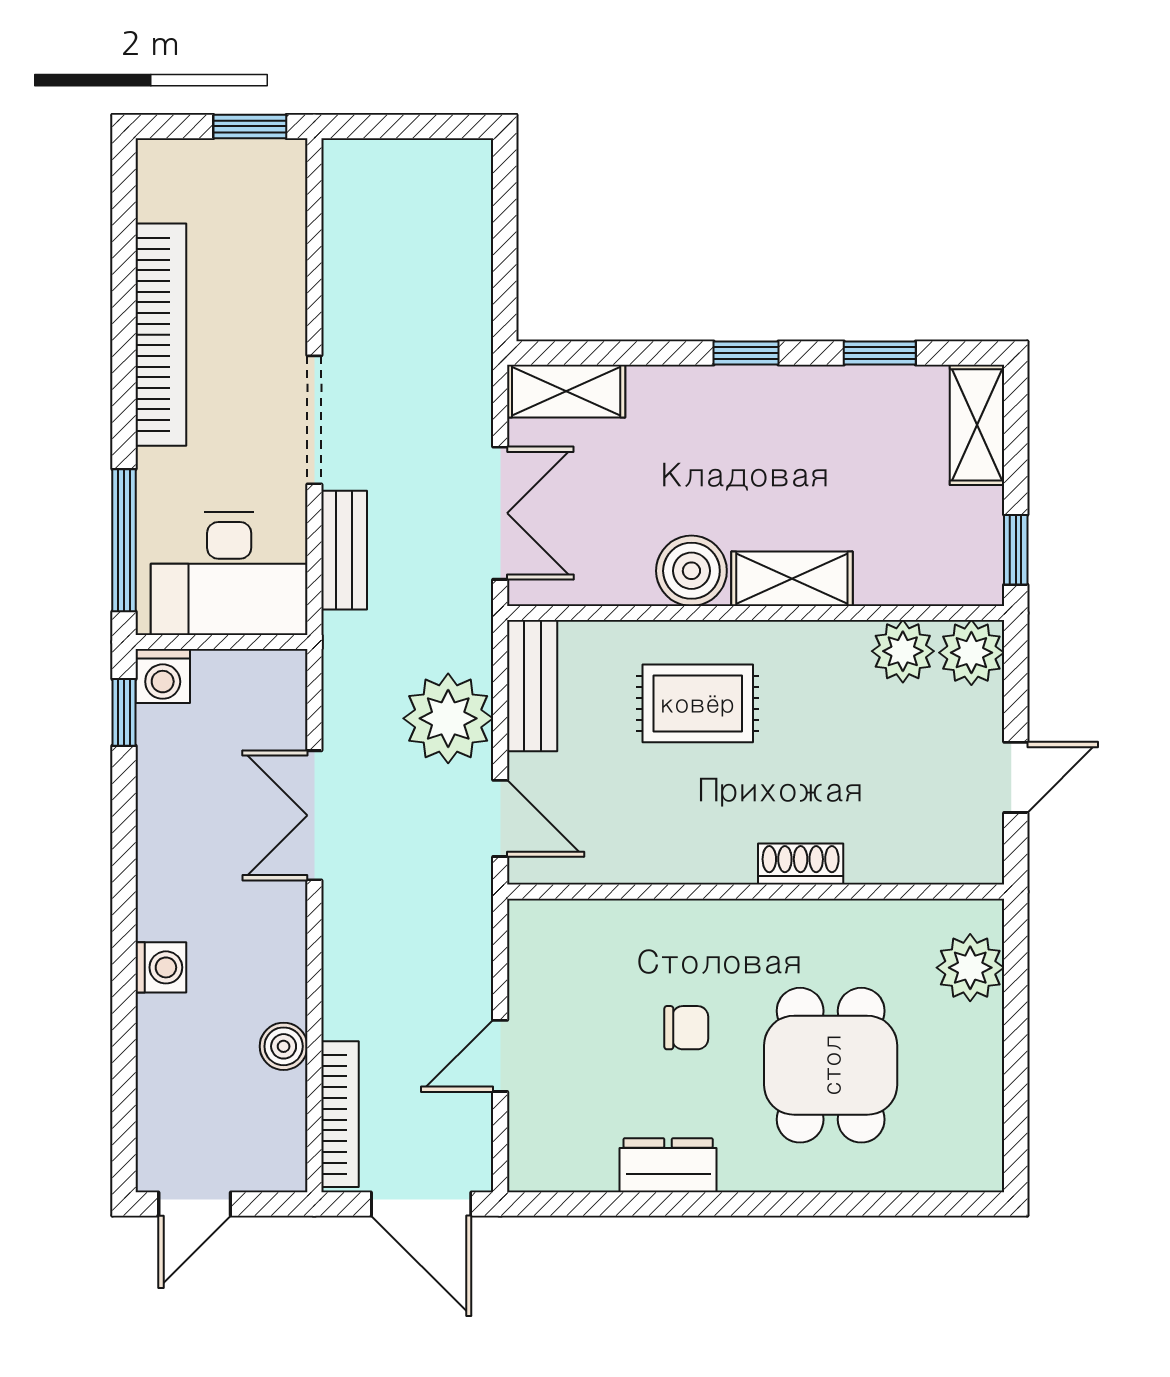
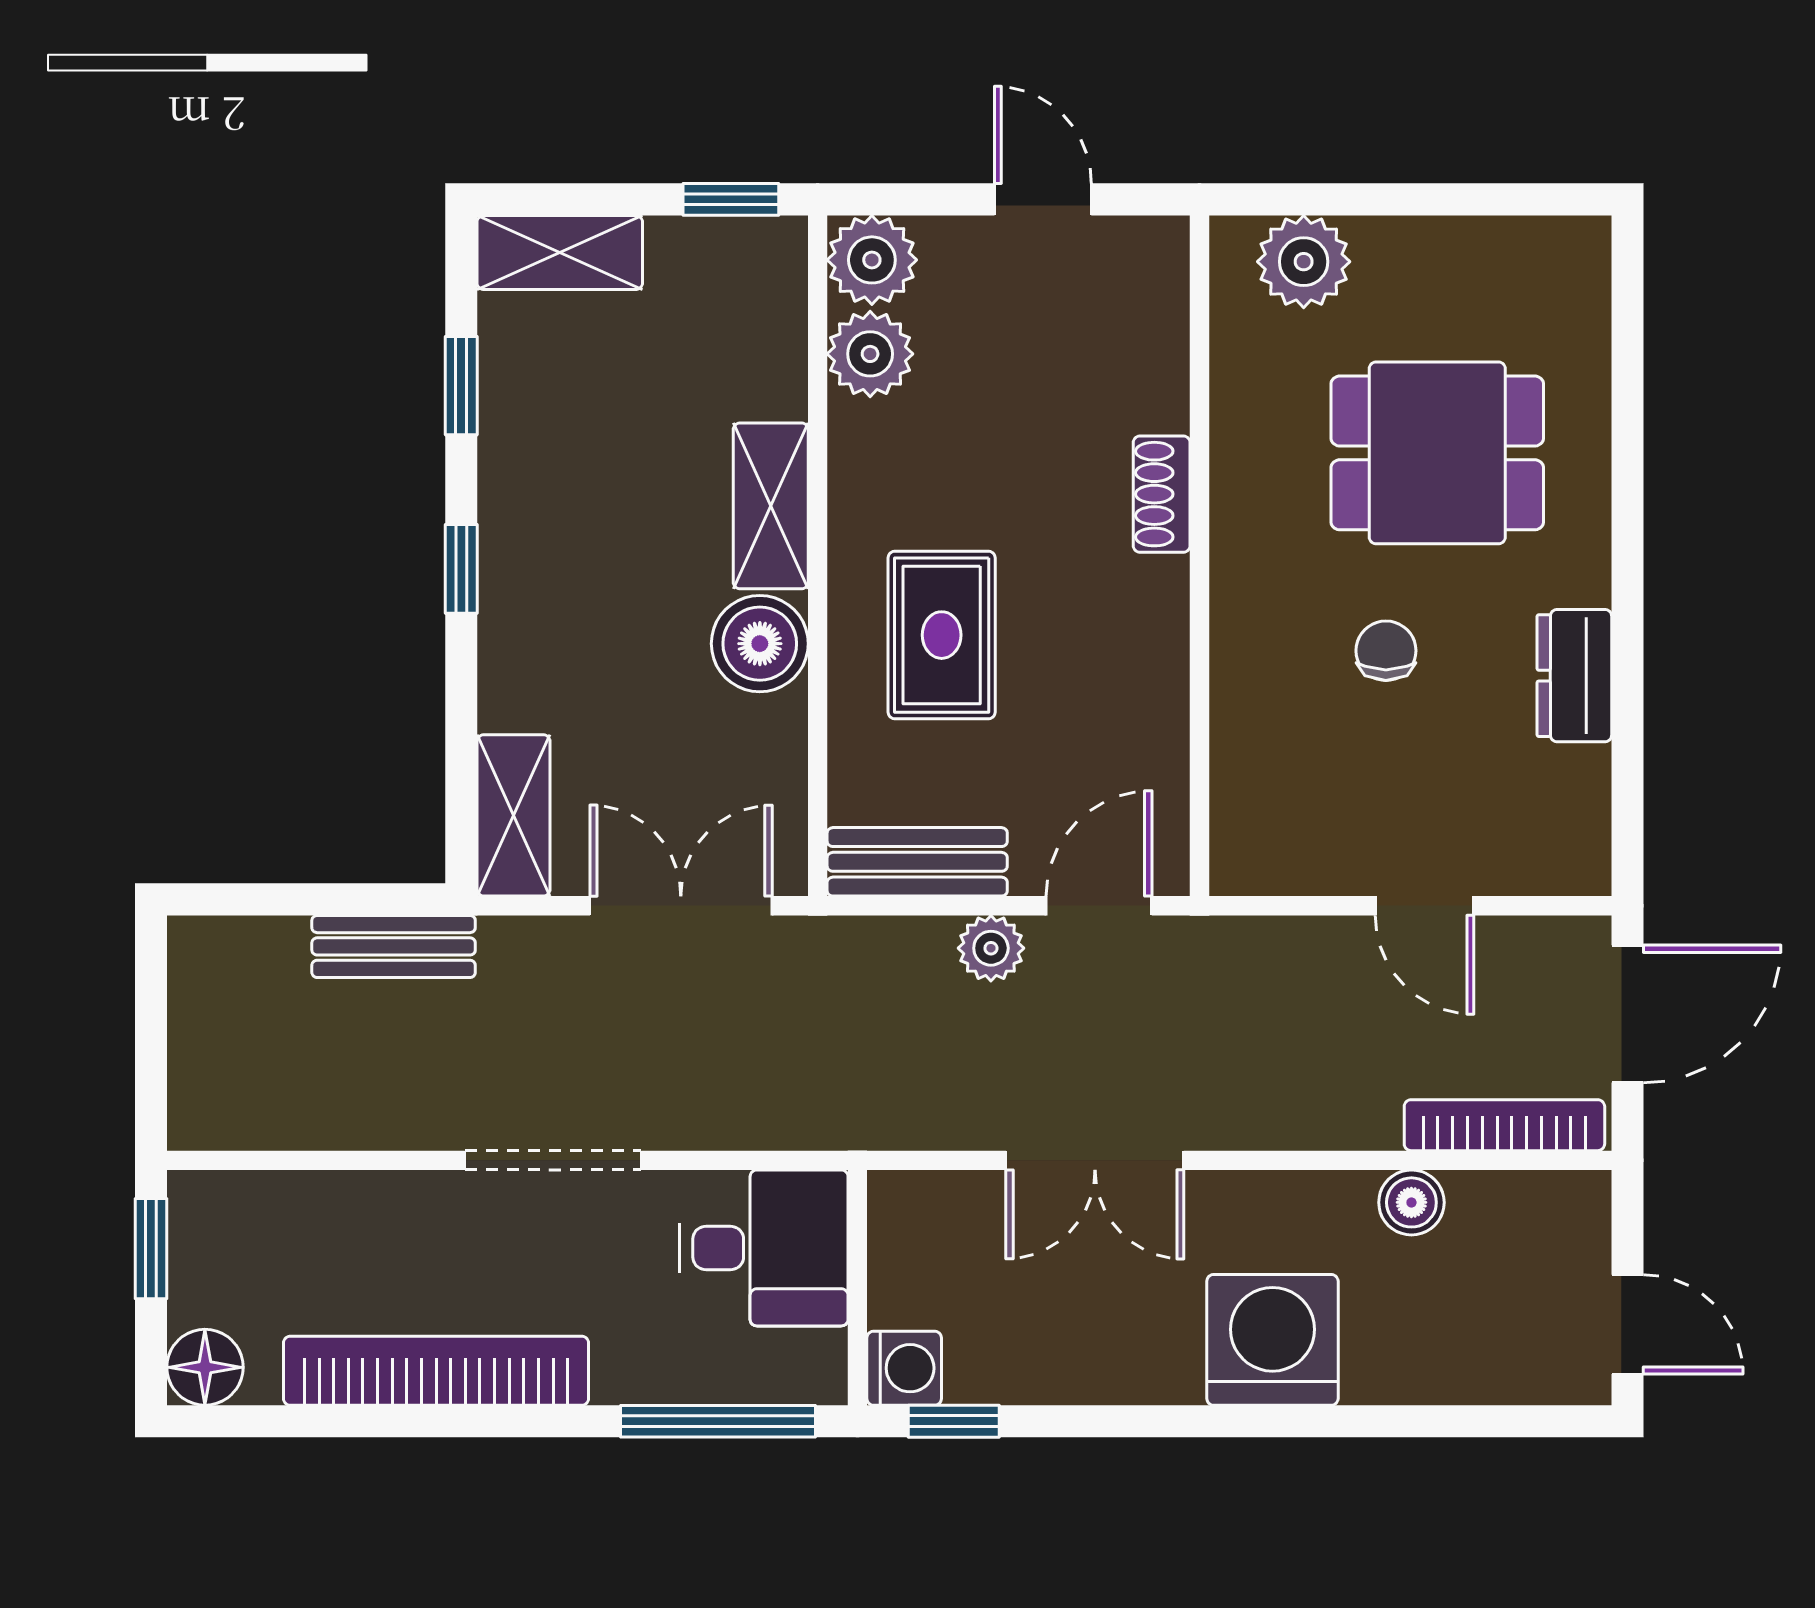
floor lamp: (163, 166) -> (205, 1367), added
bench: (344, 550) -> (394, 946), moved
desk: (229, 574) -> (764, 1248), width x0.73
plant: (448, 718) -> (991, 948), width x0.53, depth x0.53
washing machine: (161, 967) -> (1272, 1340), width x1.89, depth x1.89

